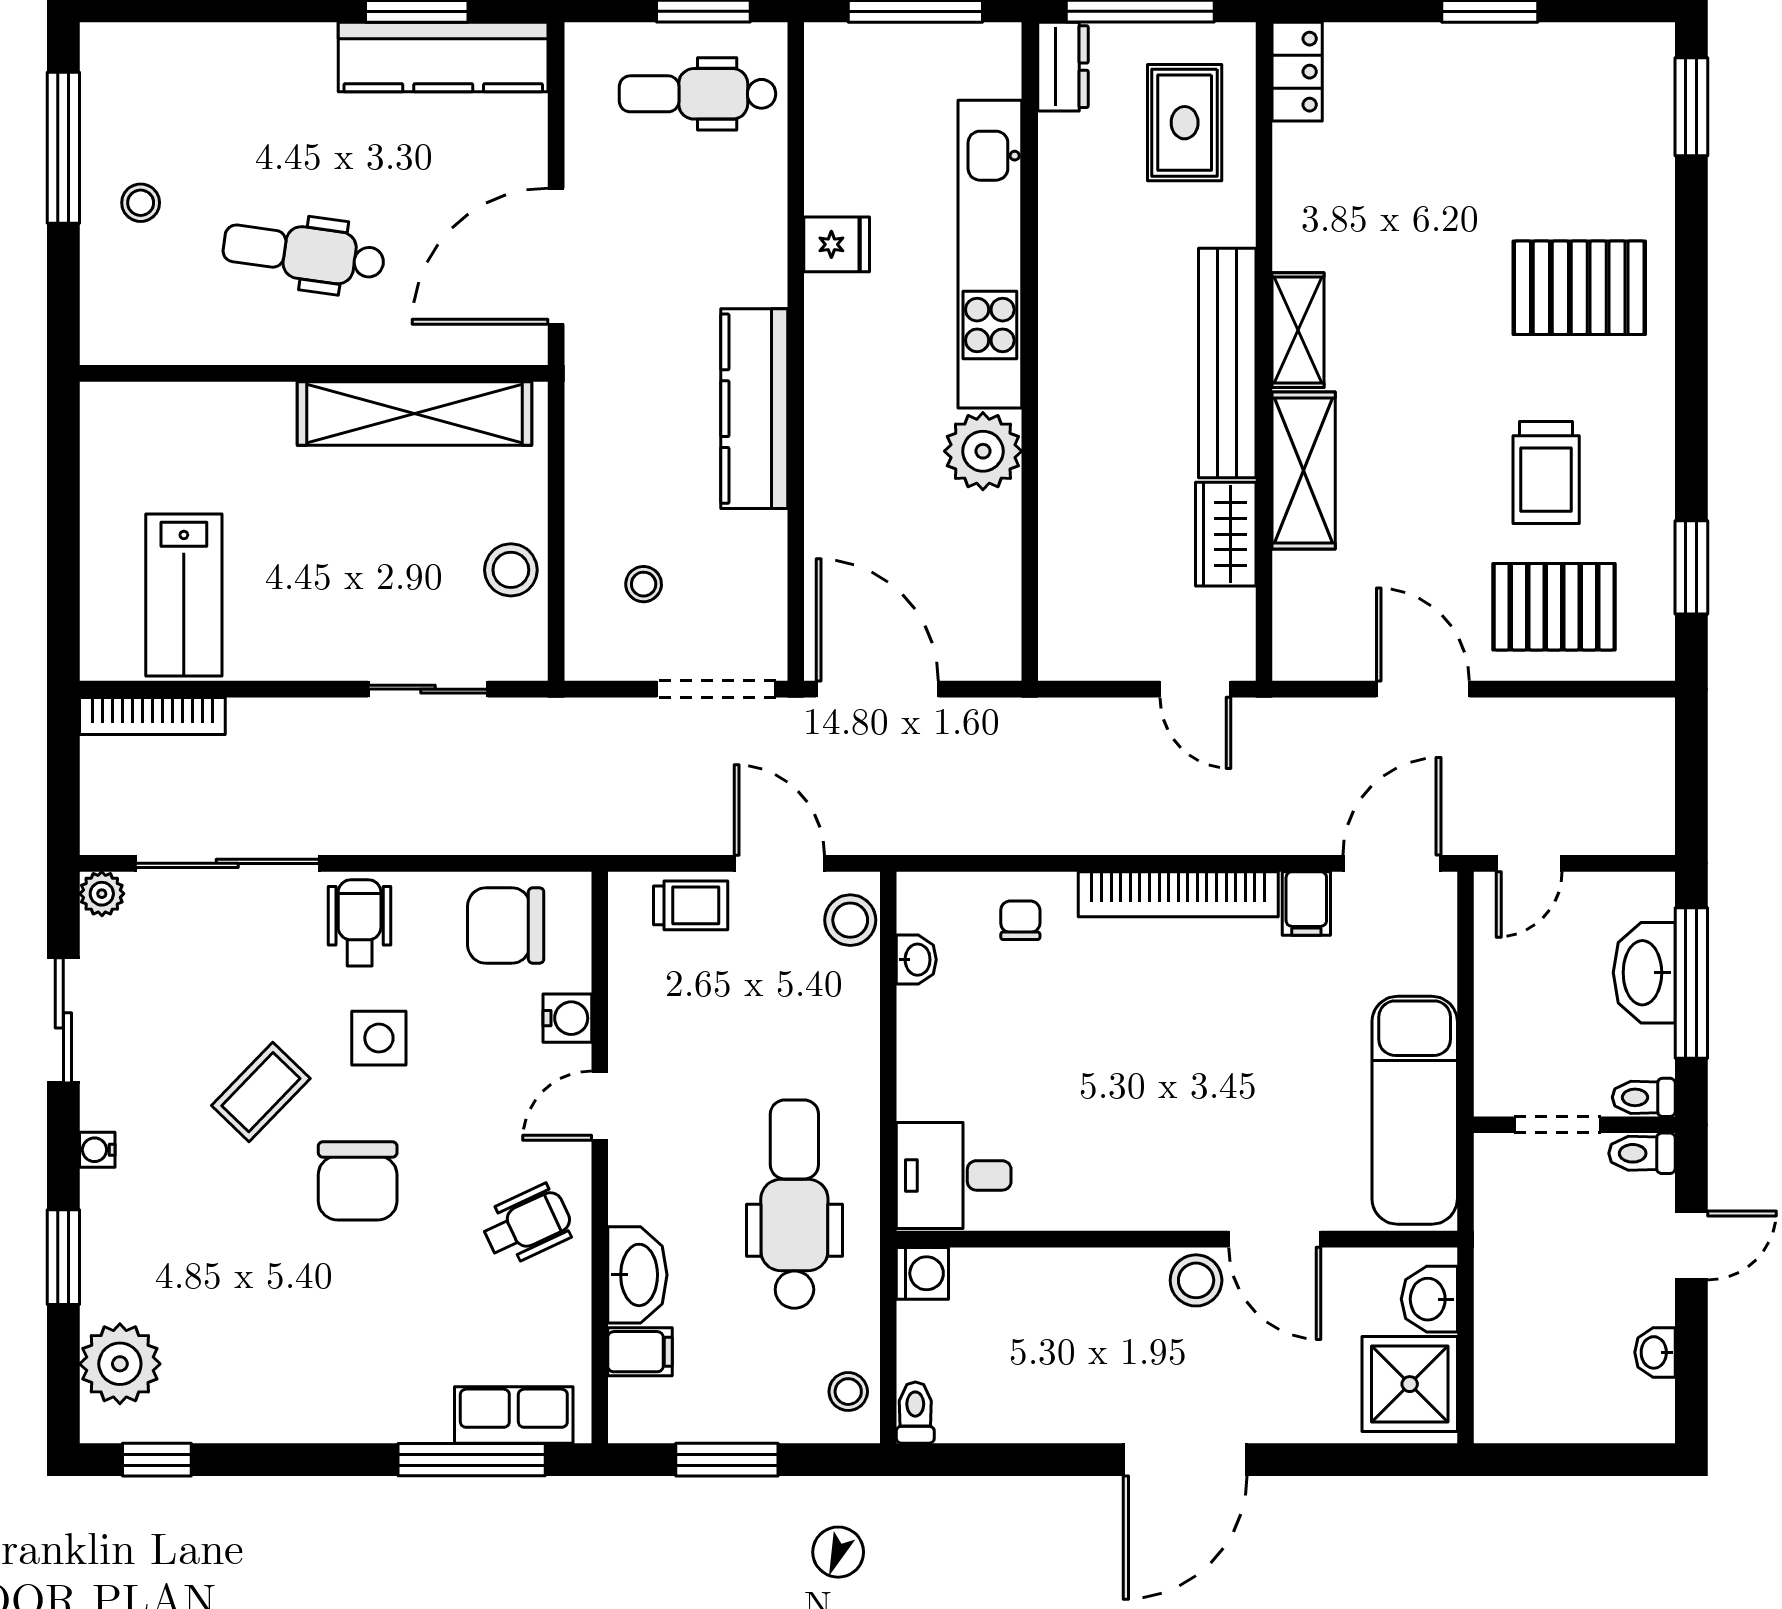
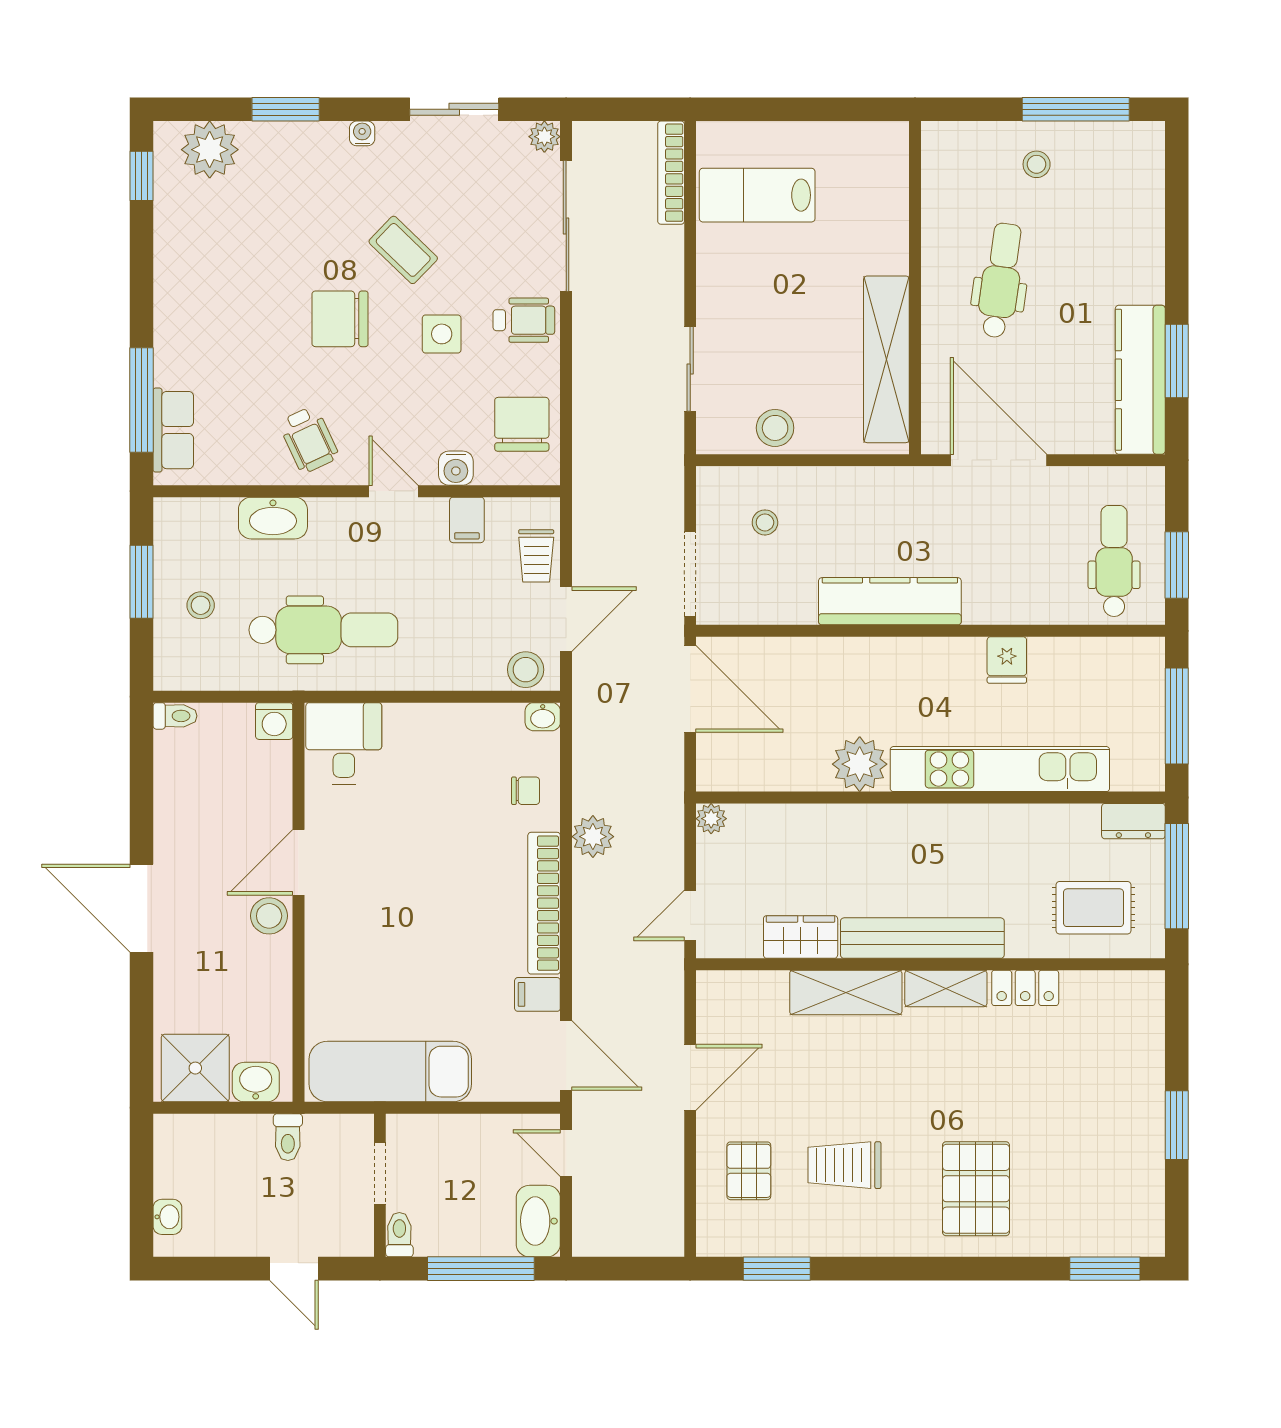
locker: (1297, 72) -> (1025, 988), moved
pallet: (1554, 607) -> (749, 1171), width x0.67, depth x0.71
plant: (1059, 660) -> (711, 819), added
door: (877, 689) -> (690, 689), hinge flipped
plant: (1085, 826) -> (593, 837), added
washbasin: (916, 960) -> (543, 717), moved
washbasin: (1644, 973) -> (538, 1221), moved, turned -90
toilet: (1642, 1153) -> (288, 1137), moved, turned 180
door: (1275, 1239) -> (298, 862), moved
filing cabinet: (640, 1352) -> (467, 520), moved
washbasin: (1655, 1352) -> (167, 1217), moved, turned 90
stool: (848, 1392) -> (201, 605), moved

